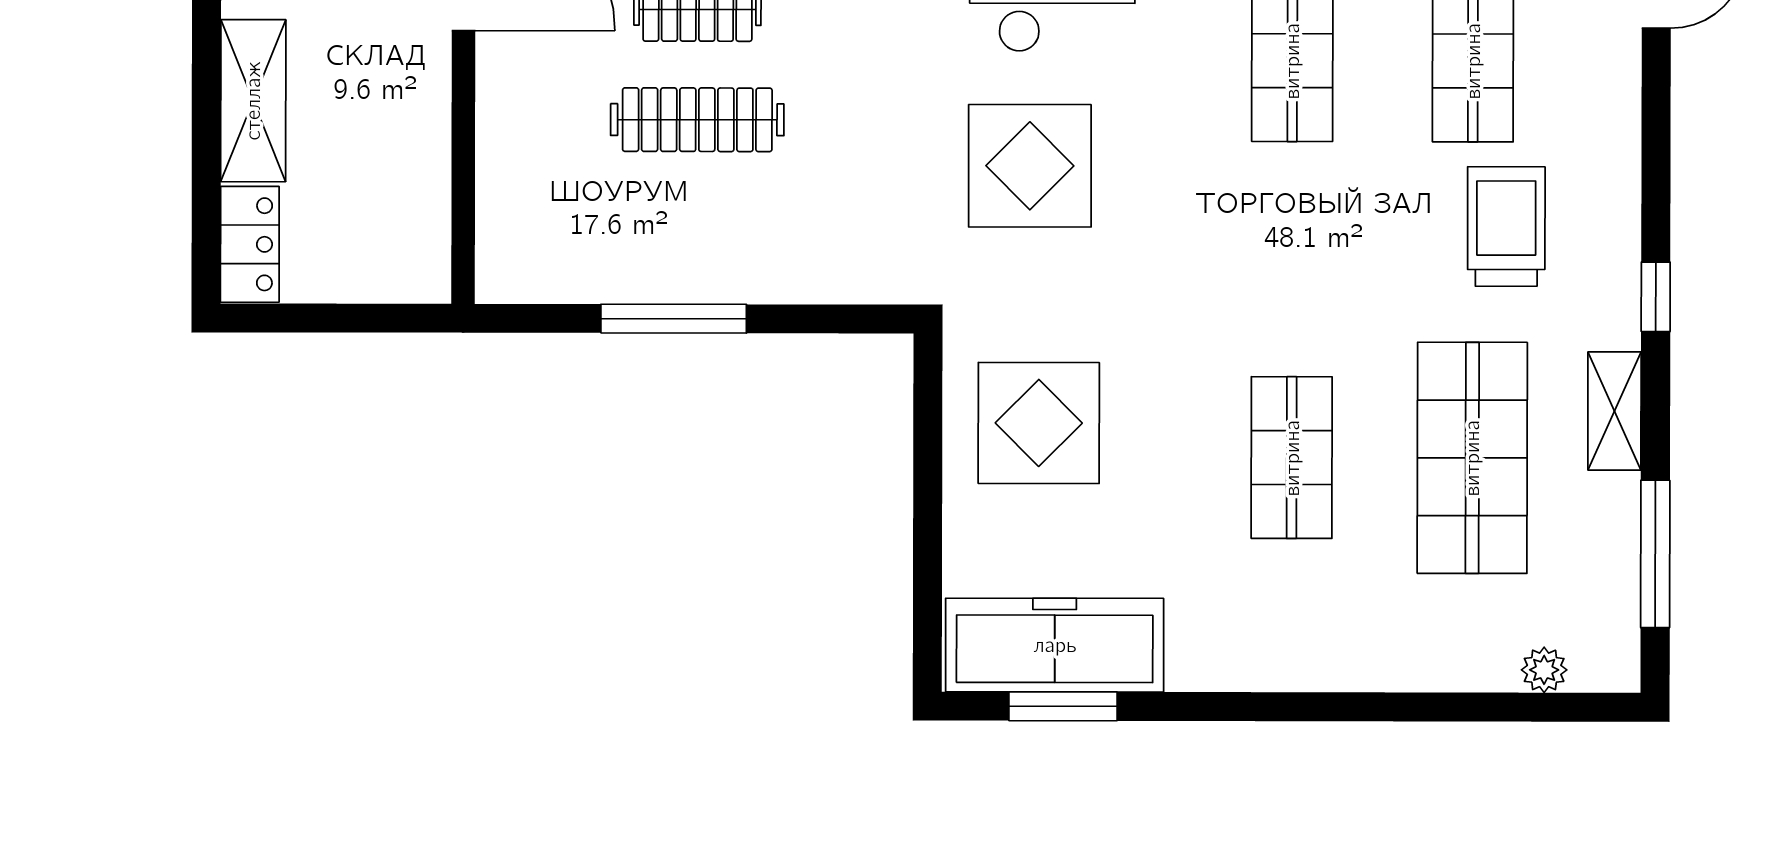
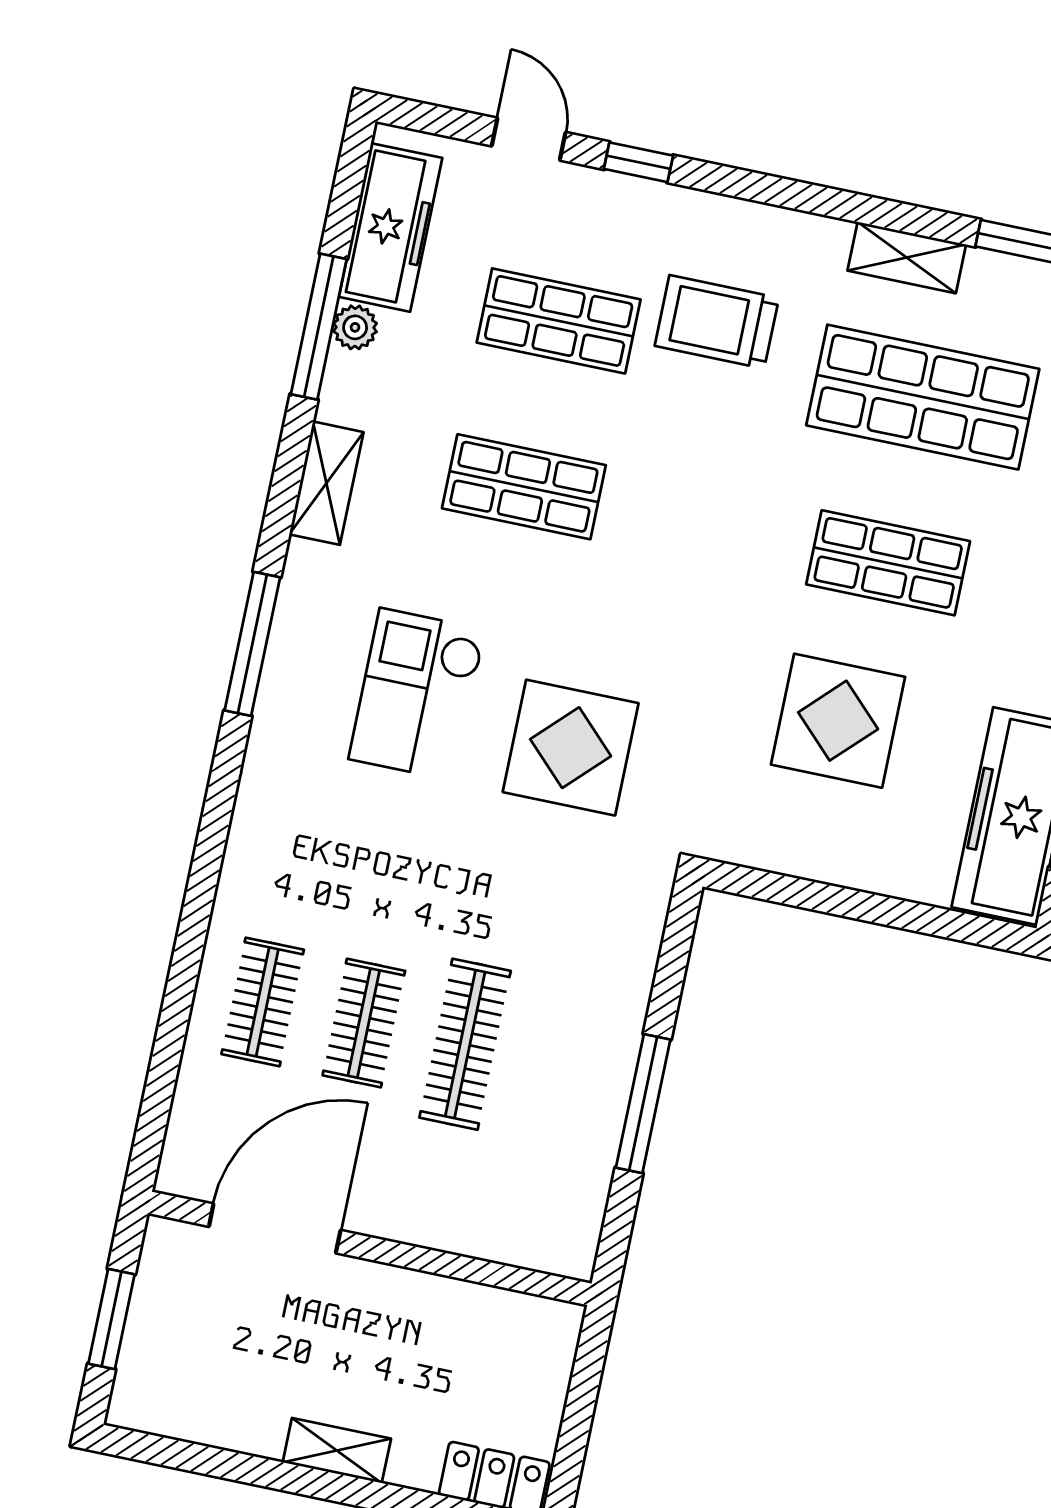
shelving: (253, 101) -> (337, 1450), width x0.67, depth x0.75
window: (1656, 297) -> (638, 162), moved
display table: (1039, 423) -> (838, 721), moved

